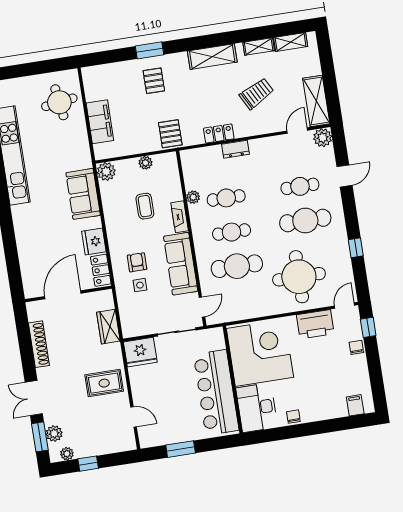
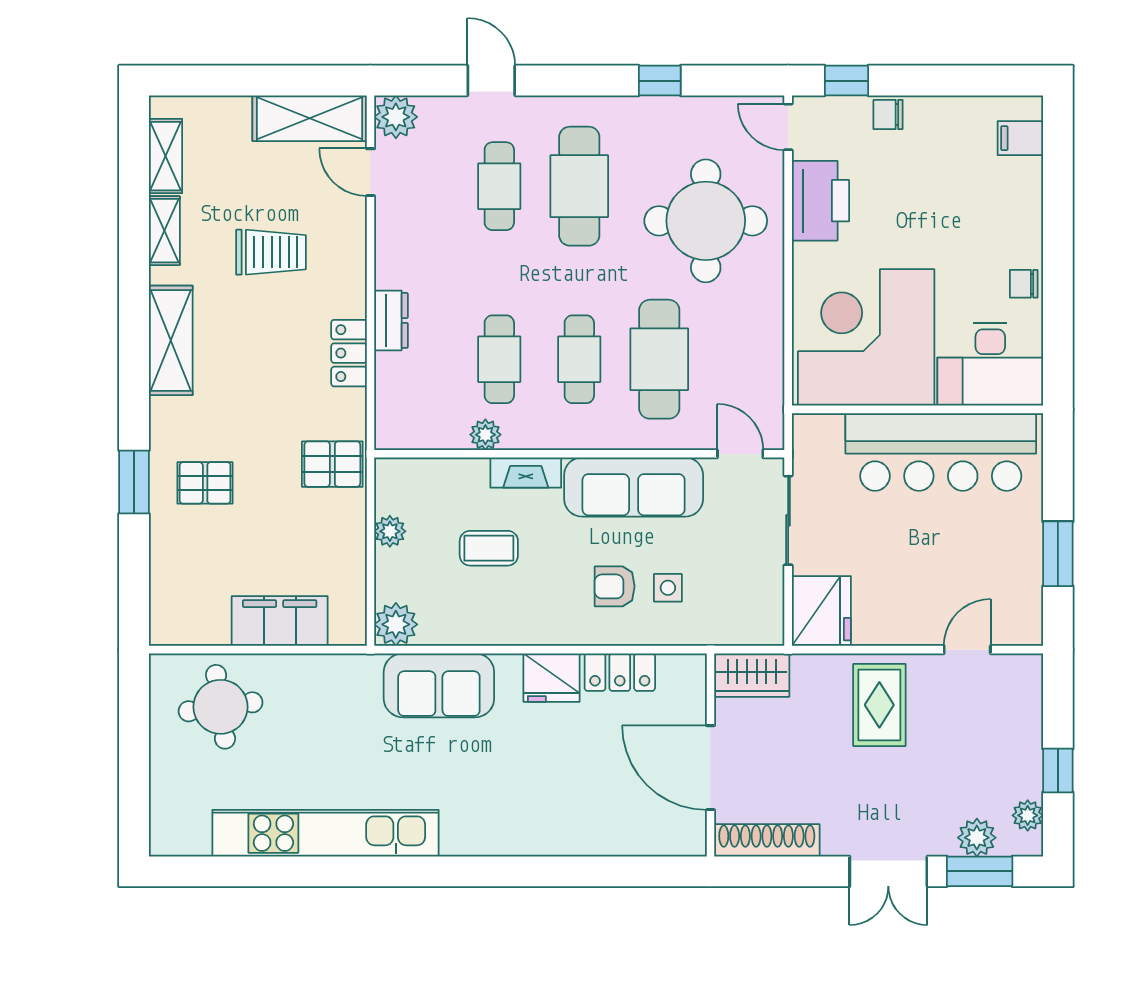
trolley: (257, 93) -> (271, 252), turned 118
wall: (68, 294) -> (710, 755), moved
door: (63, 295) -> (710, 768), moved

